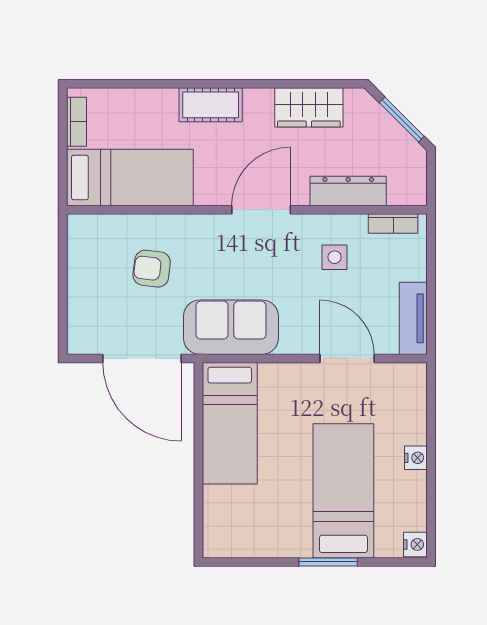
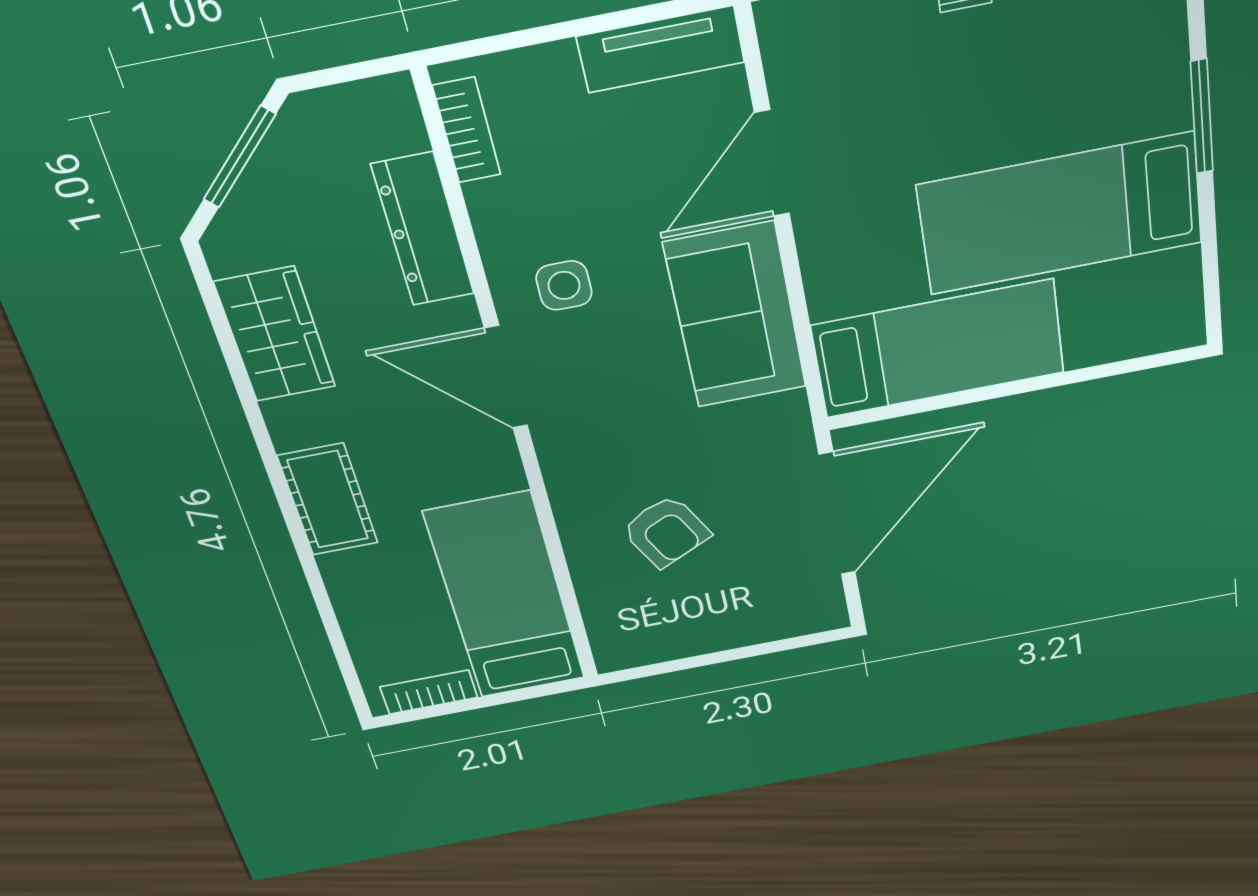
side table: (335, 257) -> (564, 285), moved
armchair: (152, 269) -> (666, 532), turned -34
sofa: (231, 327) -> (736, 316), moved
bed: (343, 491) -> (1061, 214), moved

